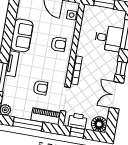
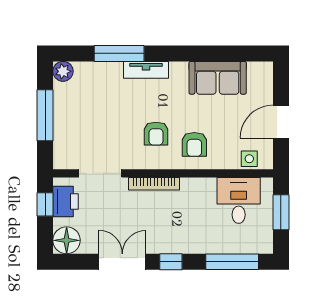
sofa: (22, 35) -> (218, 78), moved
desk: (109, 38) -> (239, 200), moved, turned 180
armchair: (40, 88) -> (156, 134), moved
piano: (46, 116) -> (64, 144), removed

